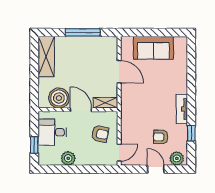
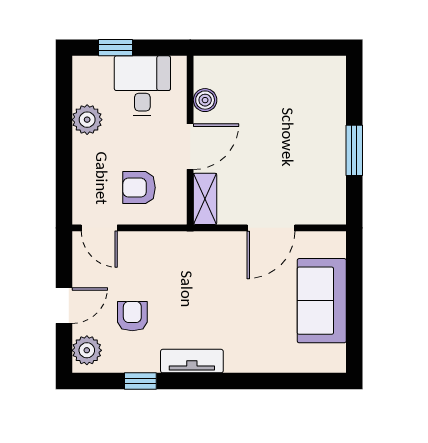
window: (83, 32) -> (354, 150), width x0.69
shelving: (46, 57) -> (303, 73), removed
boiler: (59, 98) -> (205, 100), width x0.54, depth x0.54
armchair: (100, 134) -> (139, 188), turned 78

